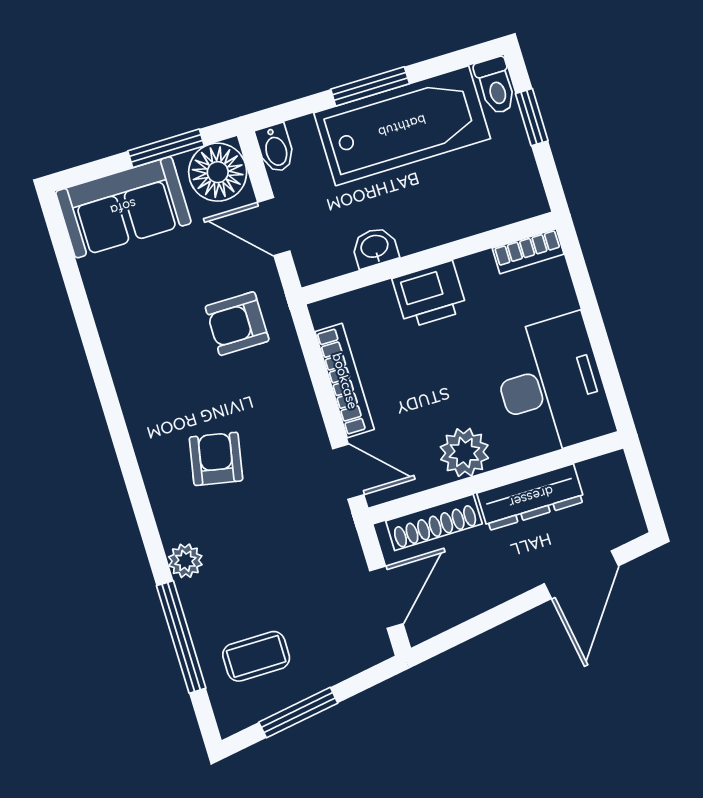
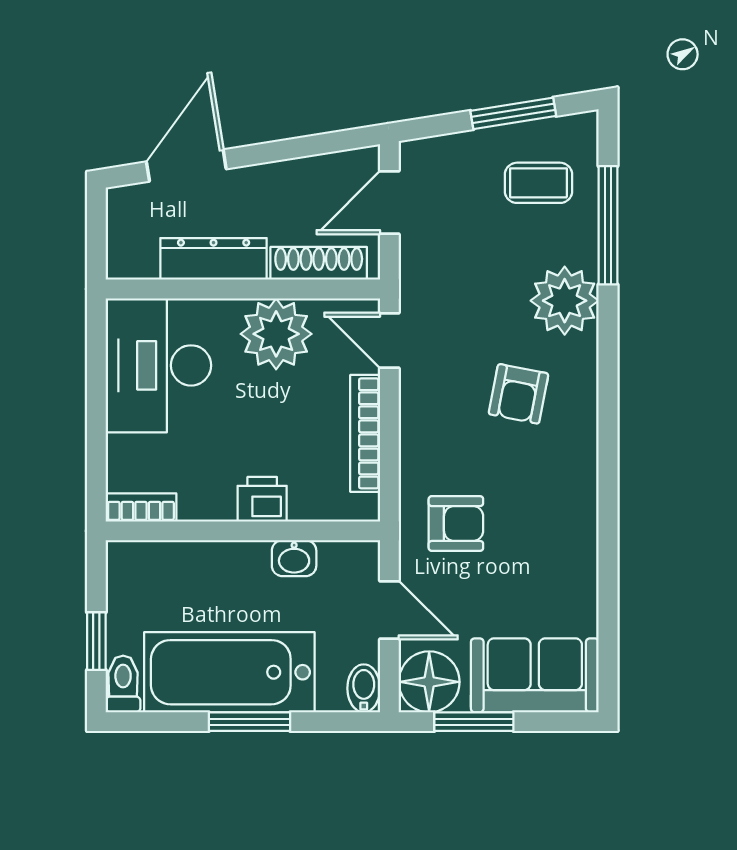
printer: (430, 295) -> (262, 499), width x0.73, depth x0.81
plant: (464, 452) -> (276, 334), width x1.36, depth x1.36
plant: (185, 561) -> (565, 301), width x1.87, depth x1.87

